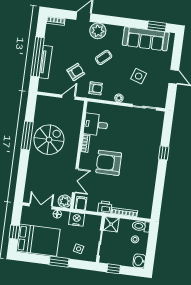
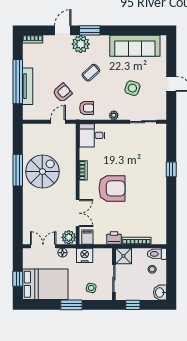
window: (157, 26) -> (90, 30), moved
desk: (96, 125) -> (92, 135), moved
armchair: (109, 163) -> (112, 188), turned 180

